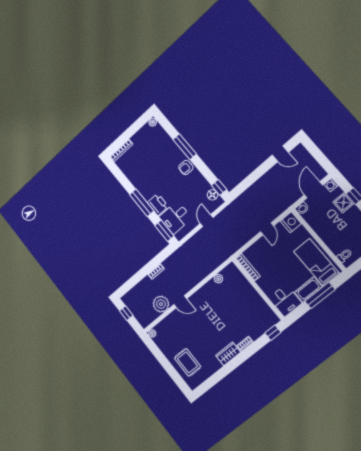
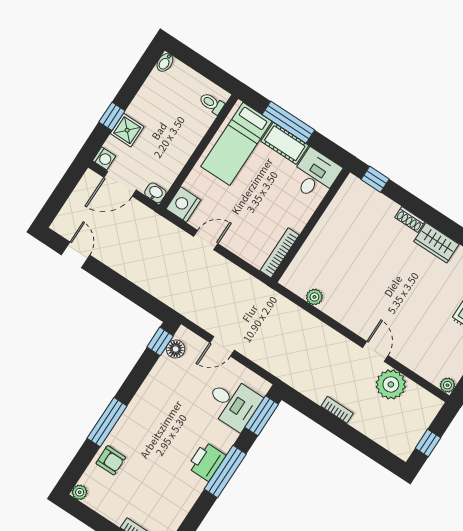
armchair: (186, 167) -> (111, 460), moved
printer: (158, 205) -> (206, 461), moved

